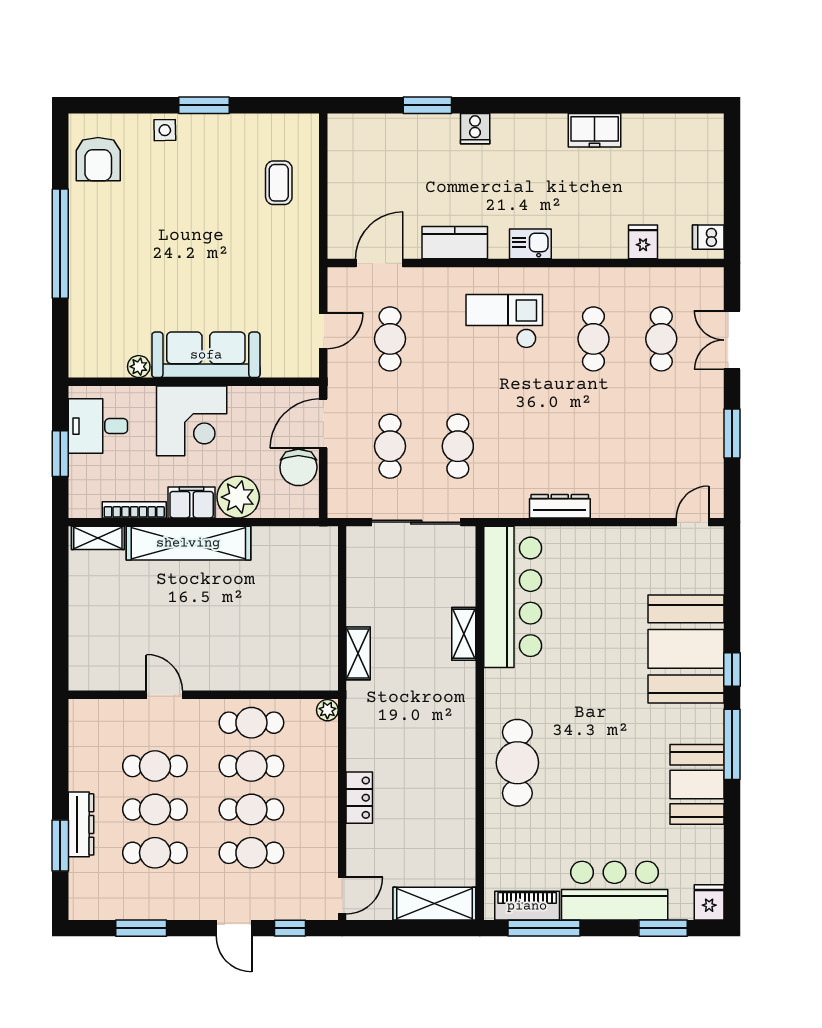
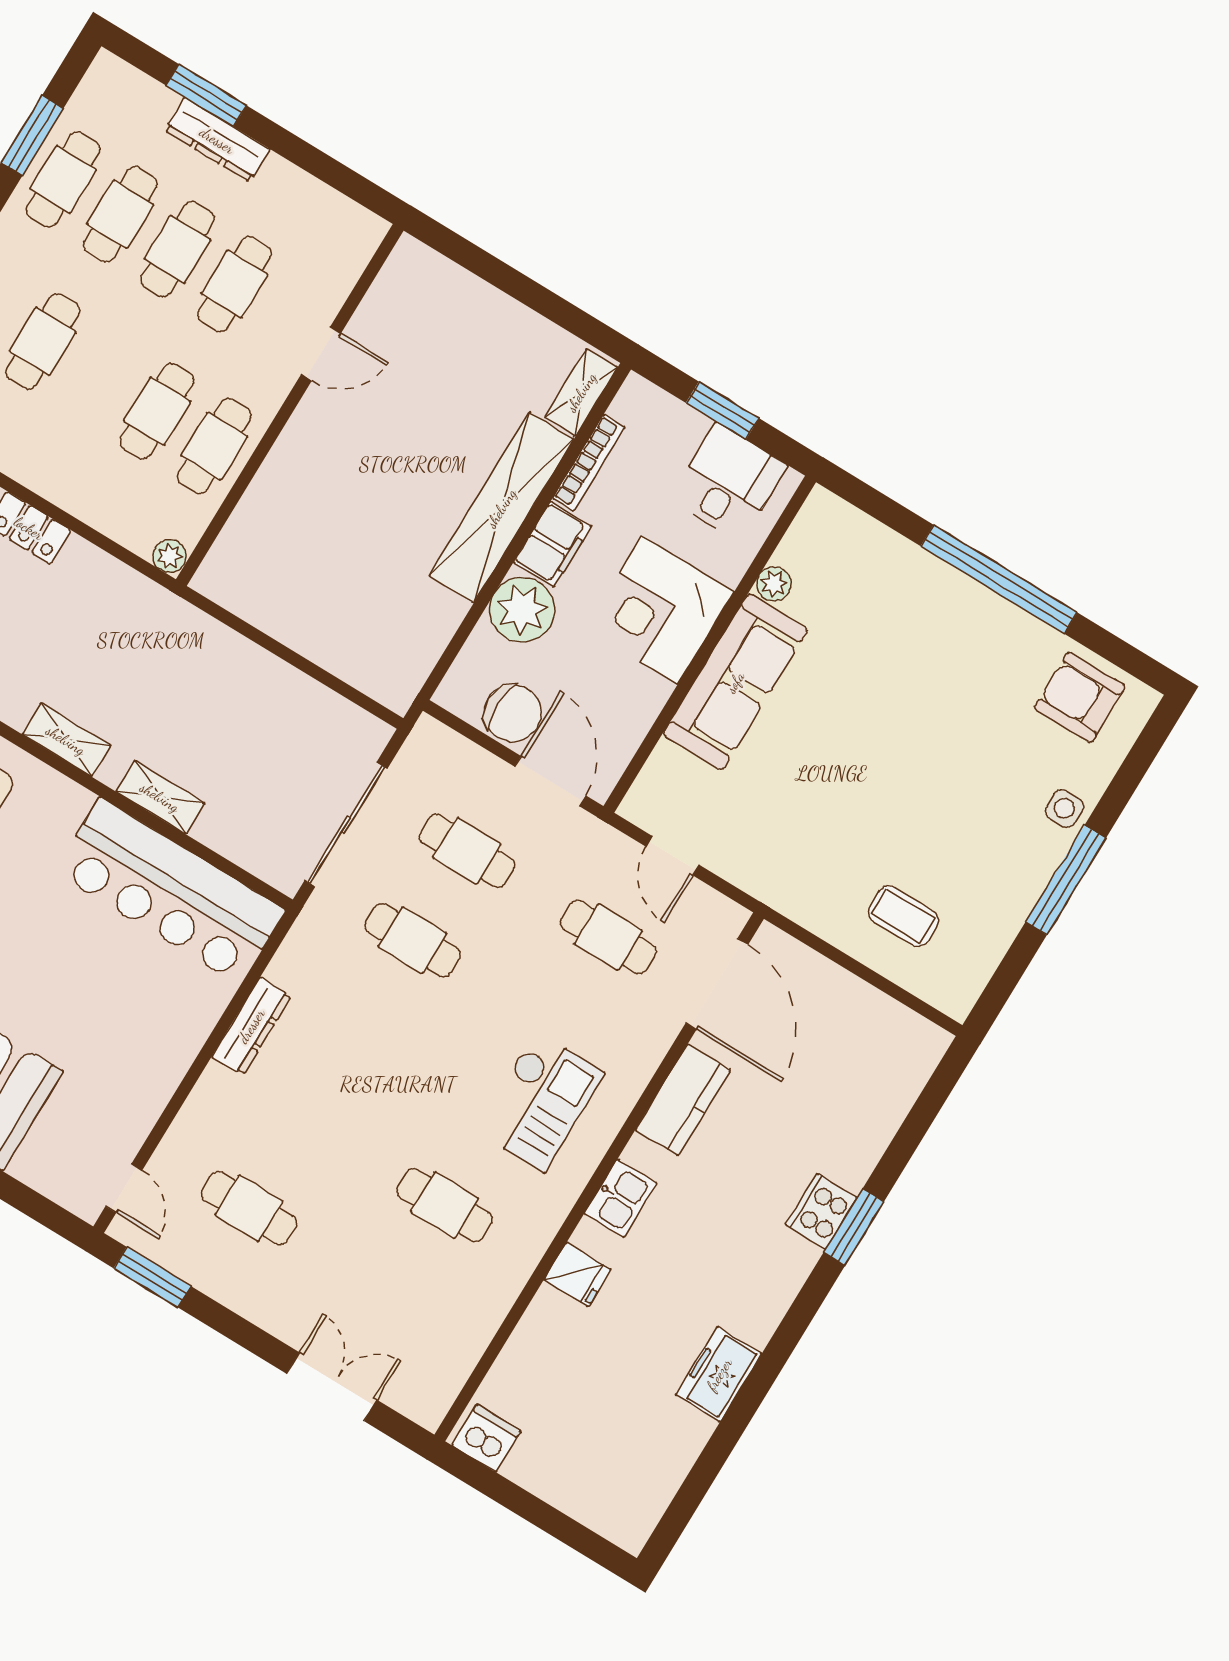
window: (204, 105) -> (1066, 880), width x1.44
window: (427, 105) -> (854, 1227), moved
cooker: (475, 129) -> (821, 1211), width x1.36
dishwasher: (708, 237) -> (486, 1438), width x1.38
fridge: (643, 242) -> (578, 1274), moved
door: (379, 263) -> (717, 984), width x1.36
cafe table: (661, 339) -> (249, 1208), moved
window: (732, 433) -> (152, 1277), moved
chair: (298, 467) -> (513, 713), turned 180
shelving: (358, 653) -> (66, 740), moved
cafe table: (251, 809) -> (63, 179), moved

